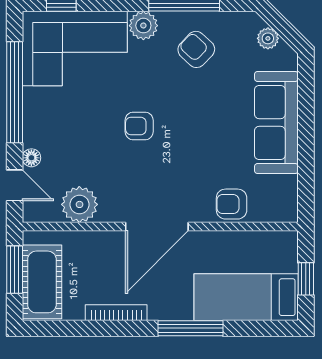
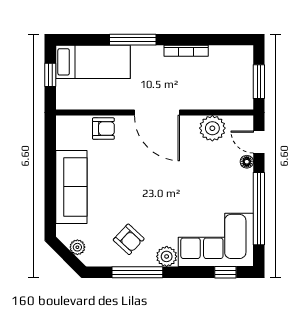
armchair: (139, 126) -> (170, 184), removed
door: (157, 226) -> (157, 113), swing flipped
cot: (42, 282) -> (239, 73), removed

